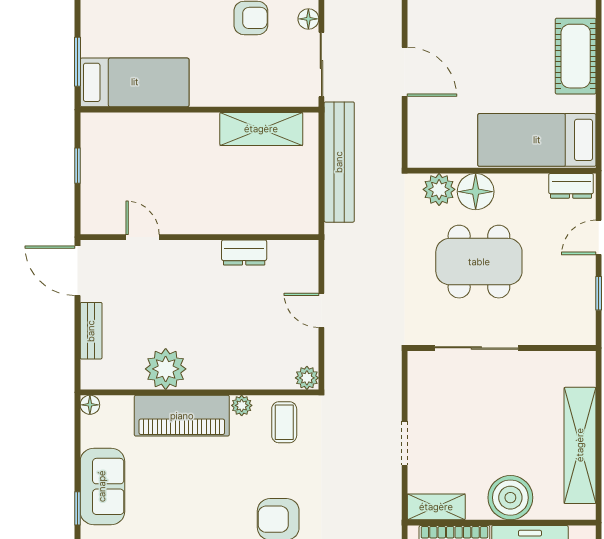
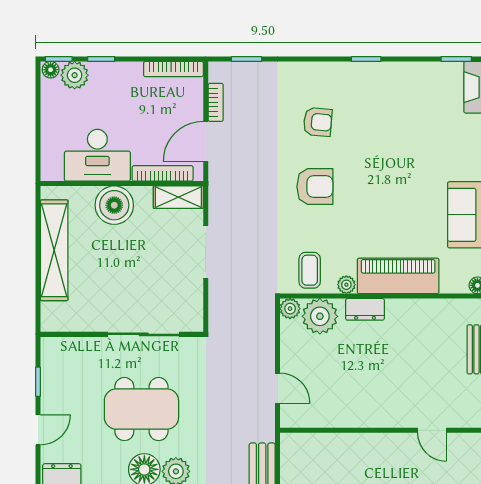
dresser: (244, 252) -> (365, 309), moved, turned 180
door: (321, 310) -> (277, 388), moved
plant: (166, 369) -> (320, 316), moved
doorway: (405, 443) -> (206, 252), width x1.38

